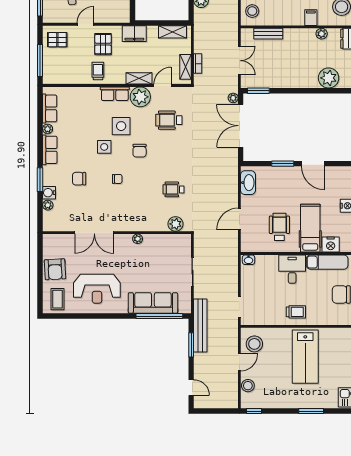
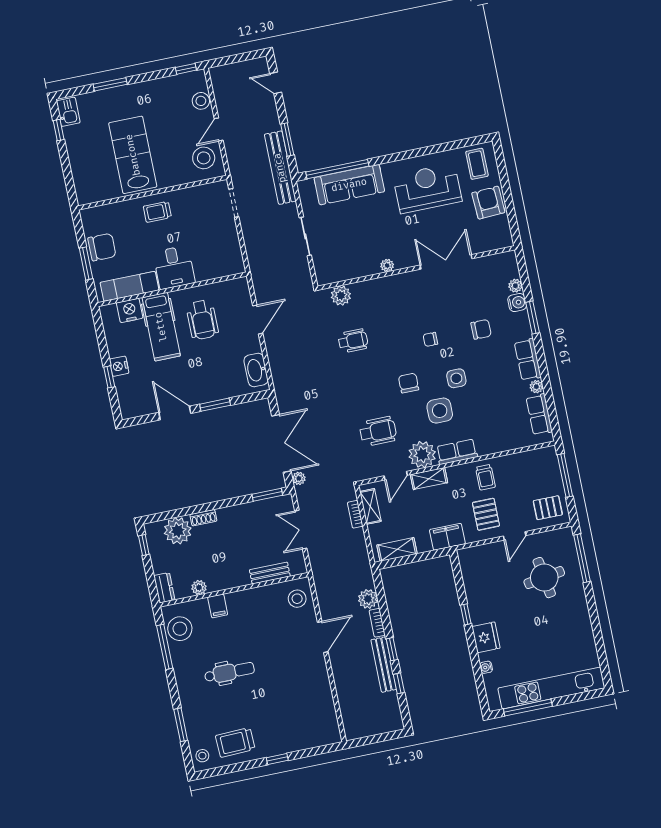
shoe rack: (308, 84) -> (203, 518), added
washbasin: (249, 260) -> (234, 268), removed

